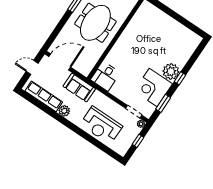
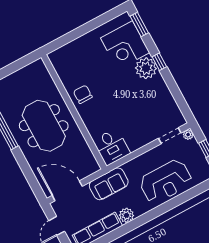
chair: (131, 38) -> (83, 94), added
door: (60, 62) -> (67, 191), hinge flipped
corner desk: (153, 87) -> (125, 45), moved
window: (163, 103) -> (139, 24), moved

